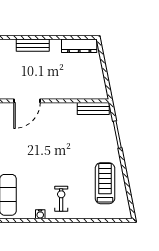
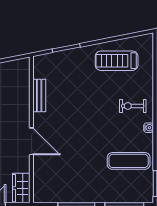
bench: (93, 108) -> (39, 96), moved

